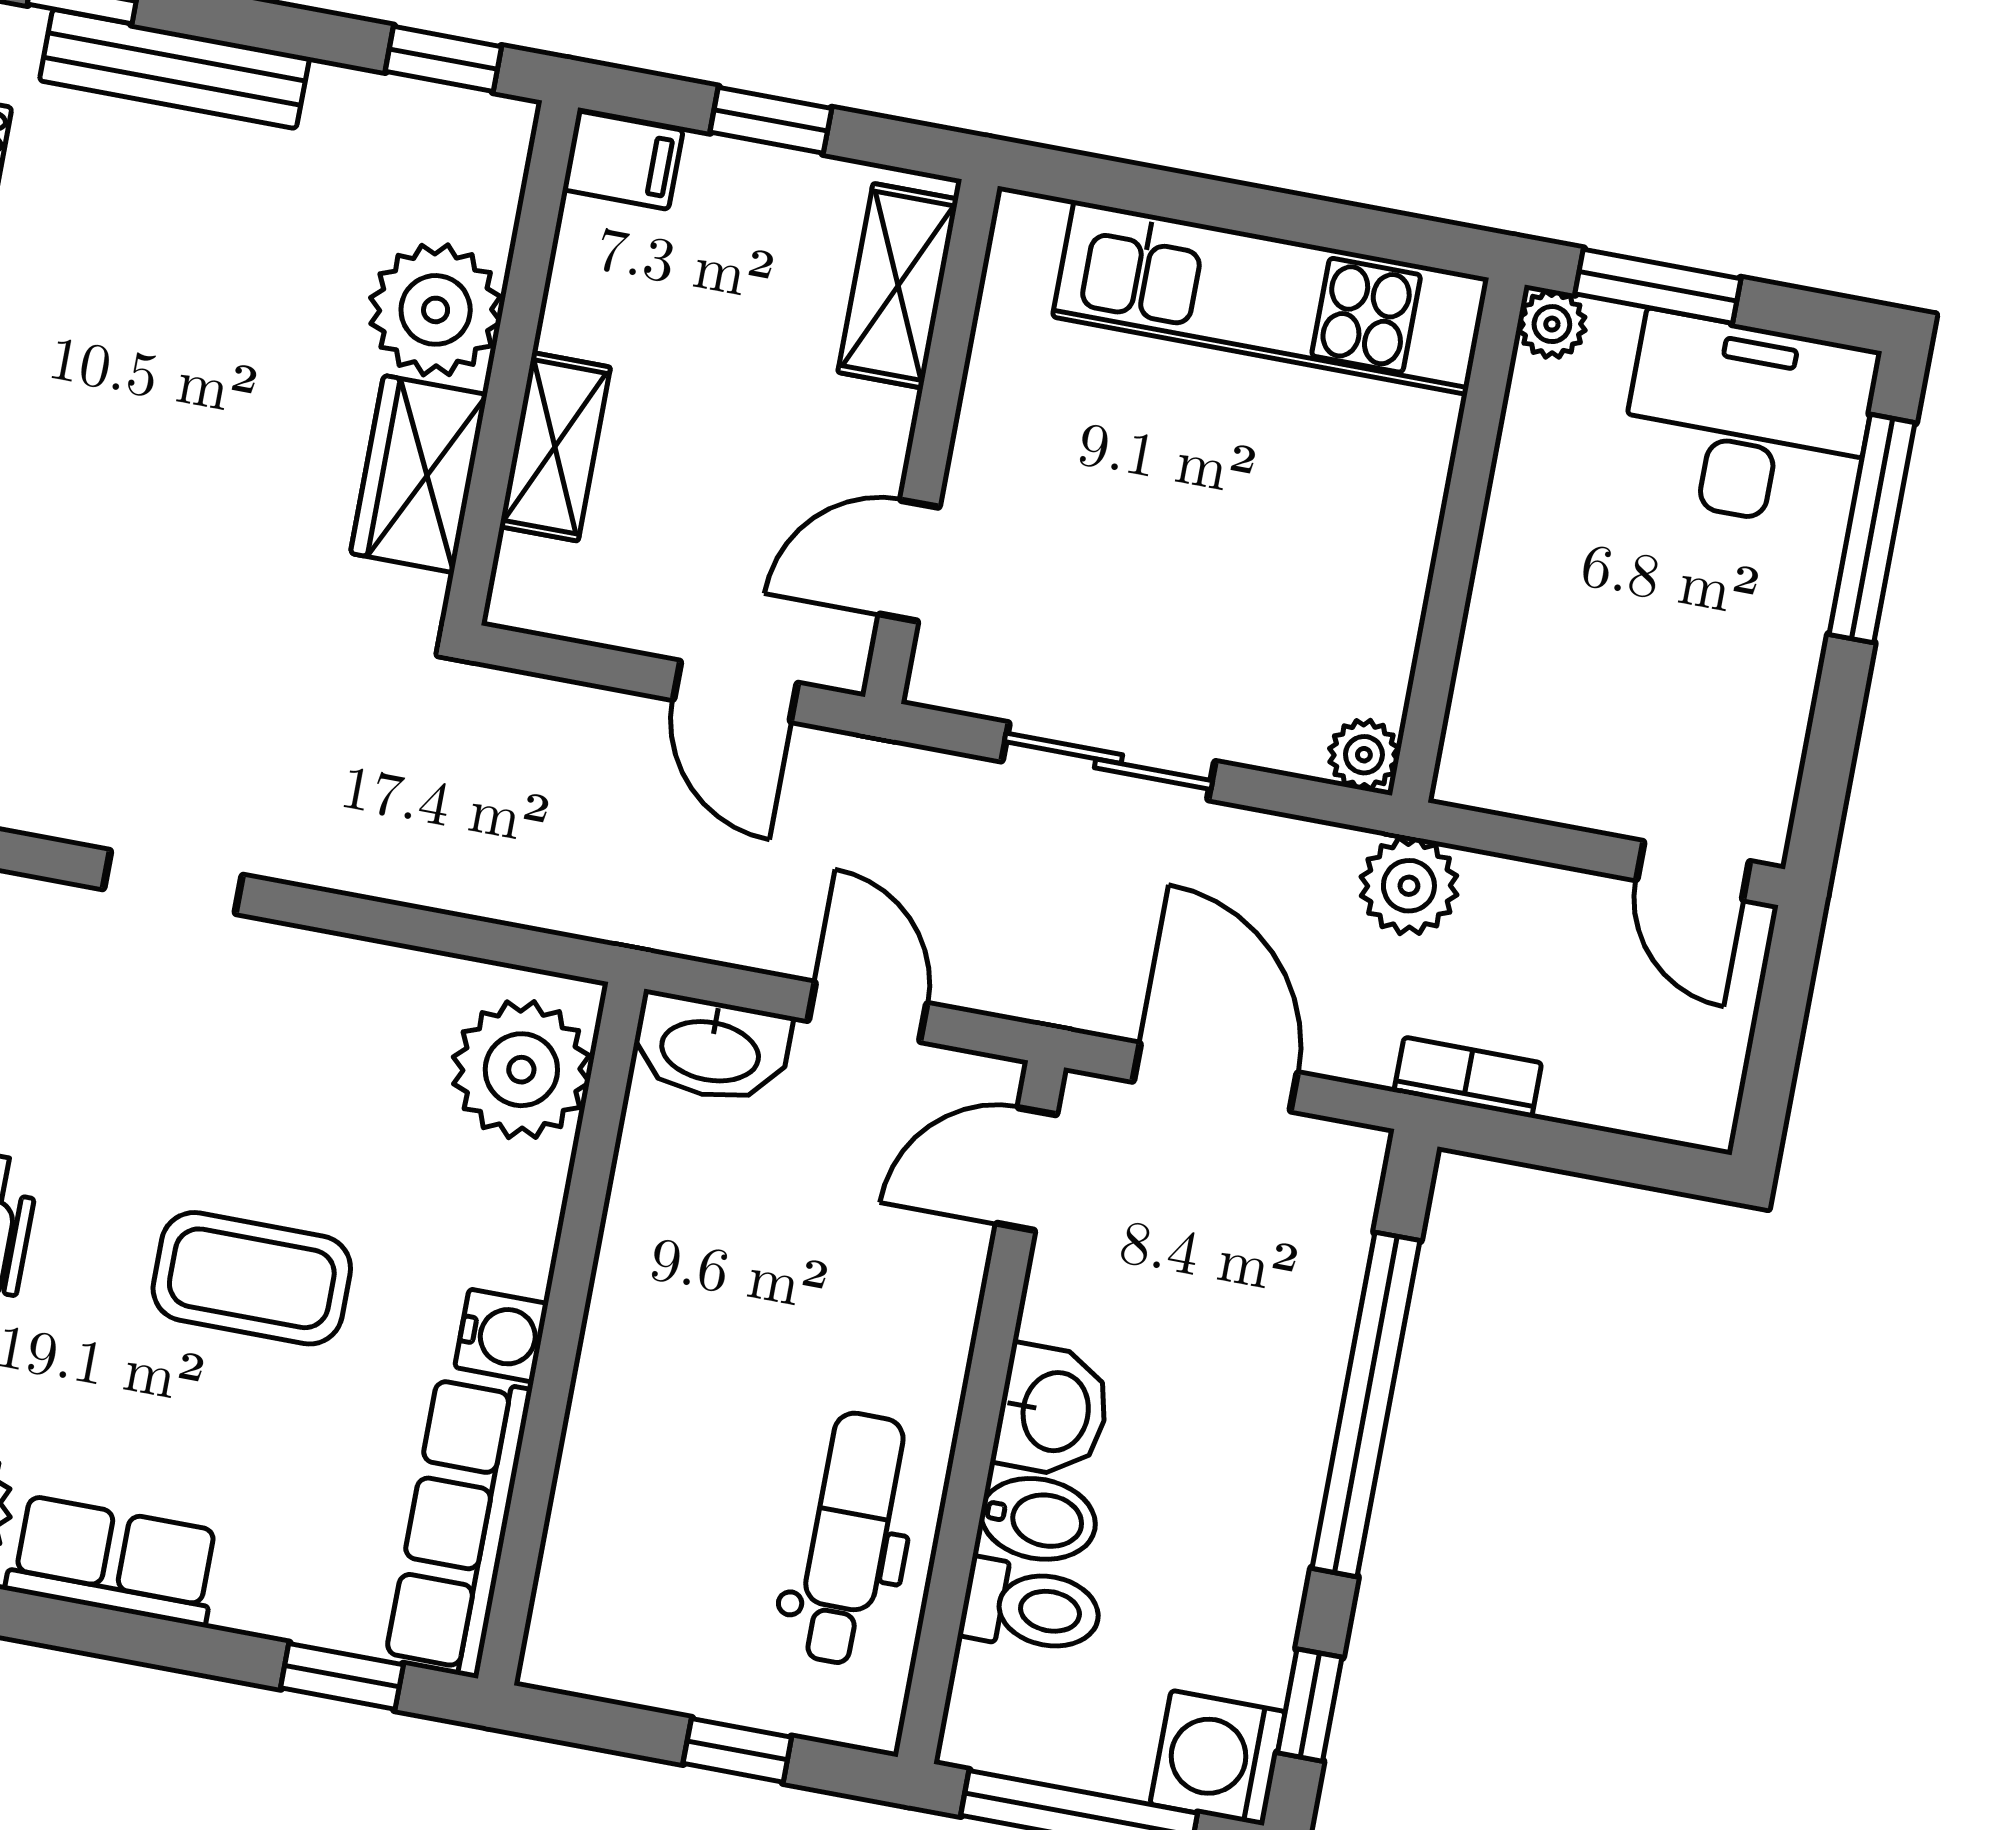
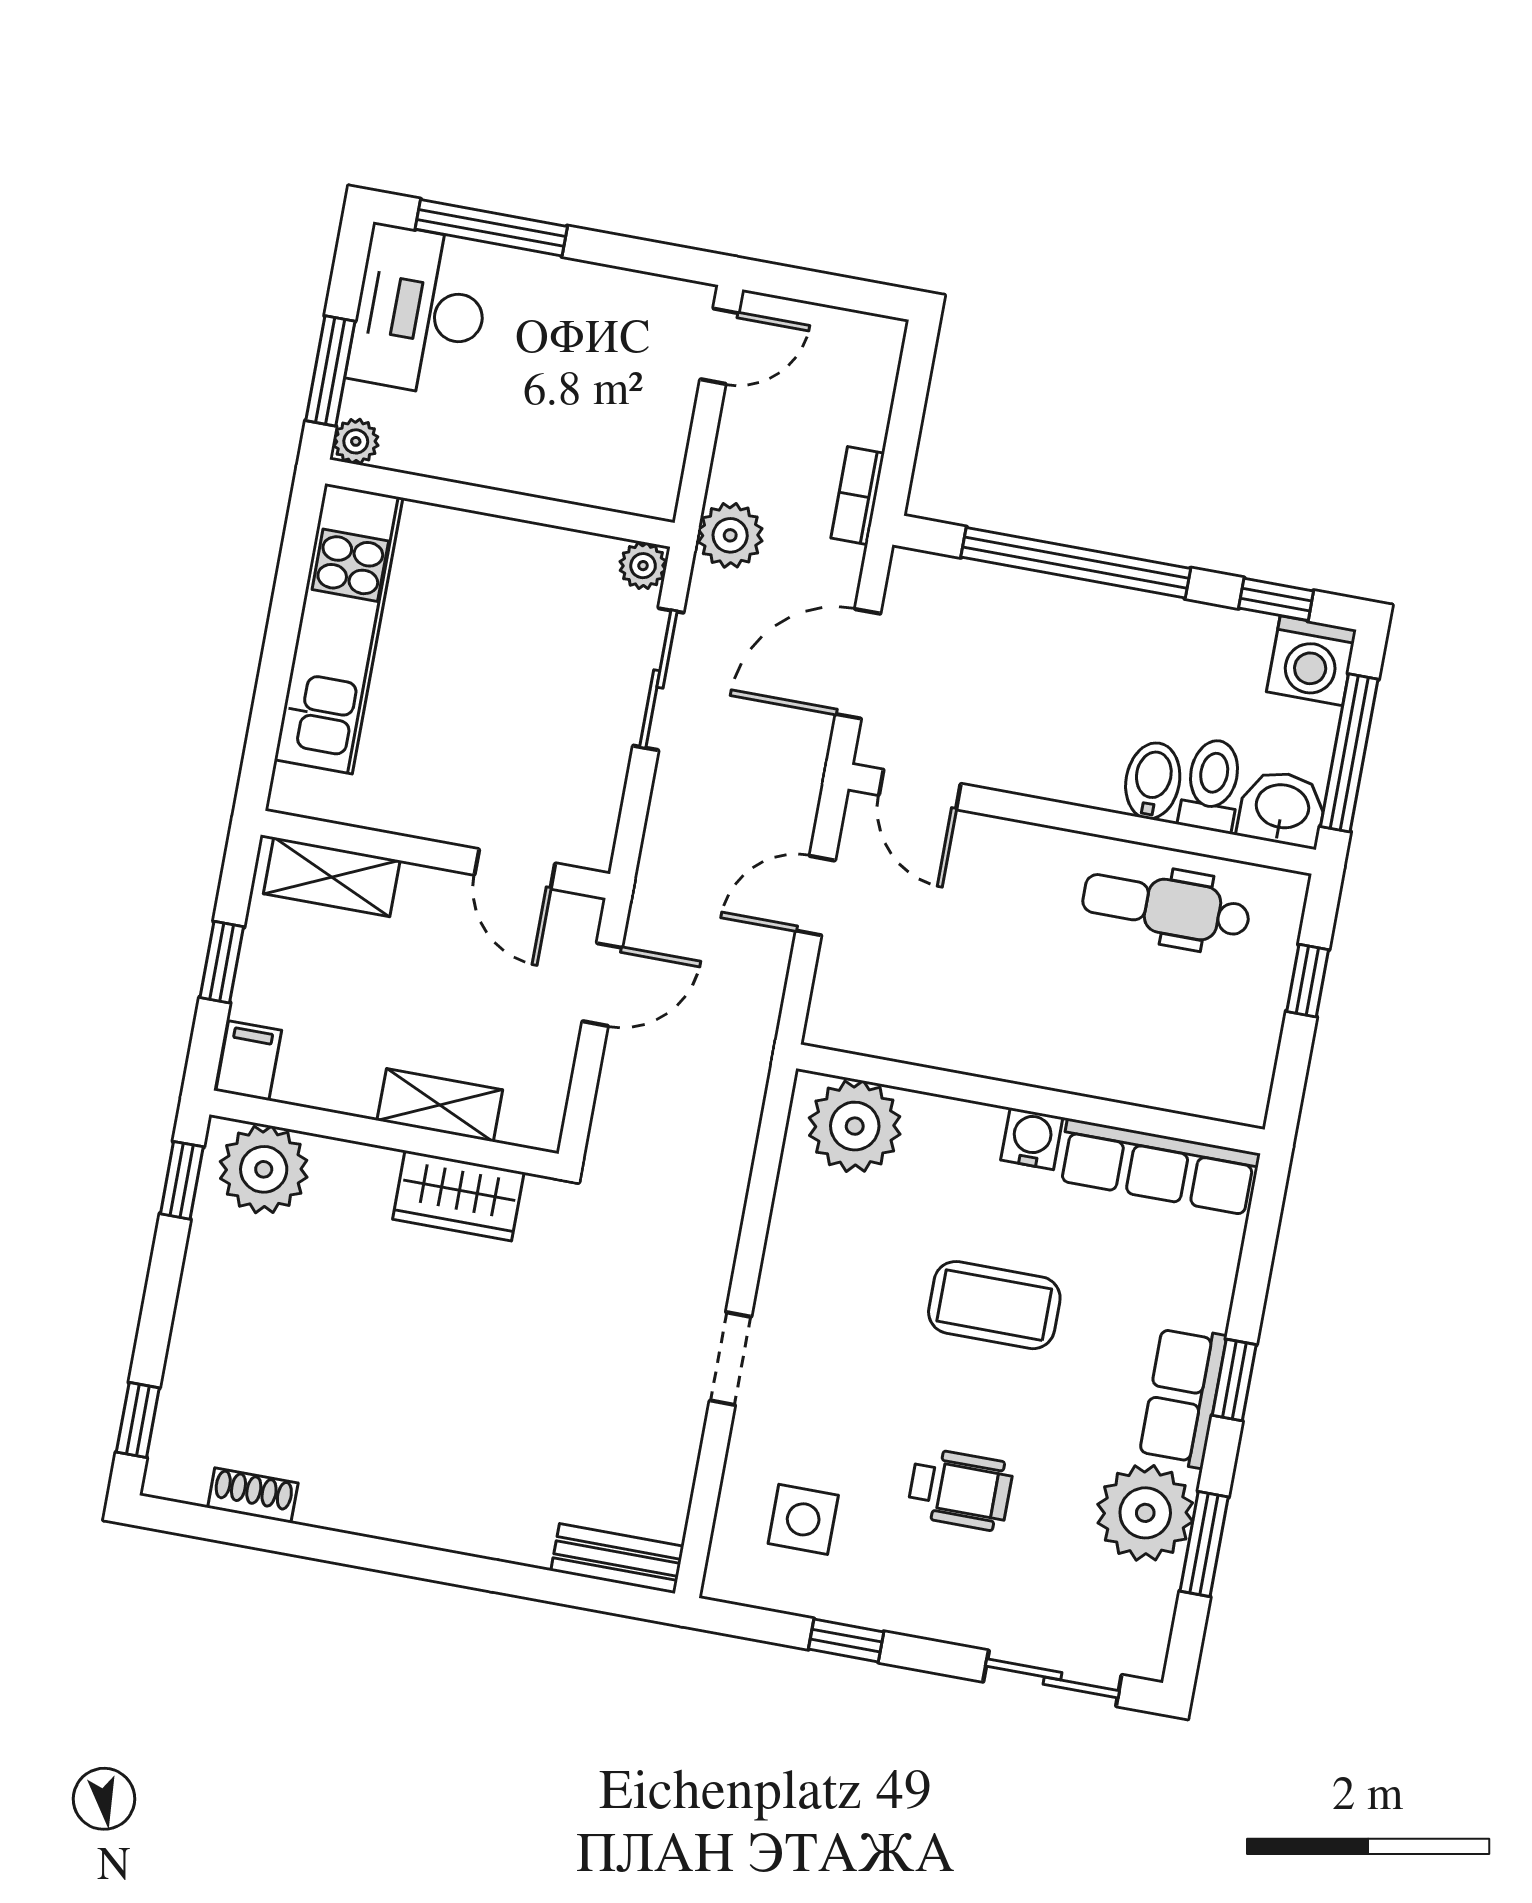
bench: (174, 69) -> (189, 1359), removed
plant: (436, 310) -> (264, 1169), moved
sliding door: (1108, 761) -> (658, 679), moved
washbasin: (711, 1048) -> (840, 1000), removed
coffee table: (252, 1278) -> (994, 1305), turned 90
washbasin: (1053, 1411) -> (1282, 808), moved
window: (342, 1676) -> (1234, 1380), moved

